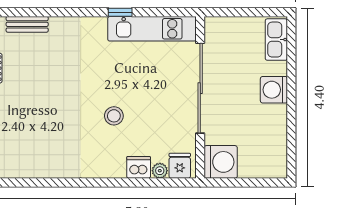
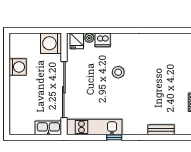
bench: (27, 24) -> (161, 130), moved
kitchen sink: (276, 40) -> (48, 128), moved, turned -90
washing machine: (274, 90) -> (18, 67), moved

